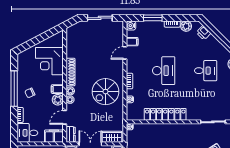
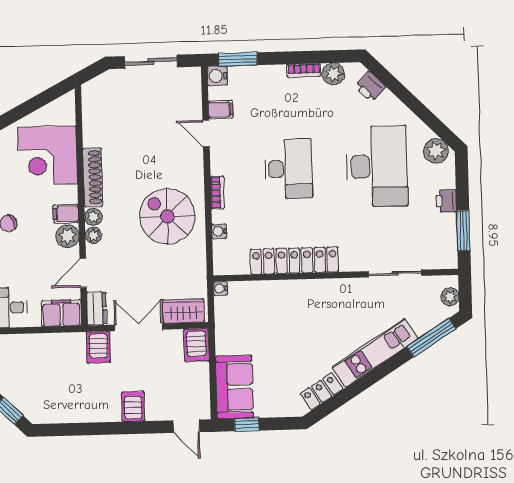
window: (153, 18) -> (238, 59), moved
door: (125, 53) -> (206, 134), hinge flipped
desk: (206, 71) -> (377, 166), width x1.87, depth x1.30
spiral stairs: (105, 92) -> (167, 216), turned 90

